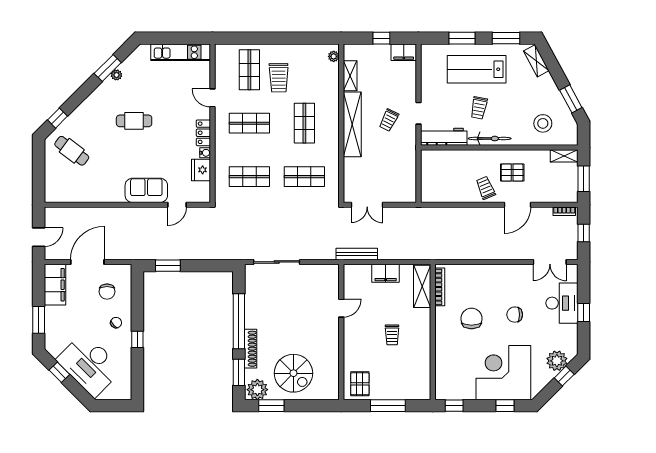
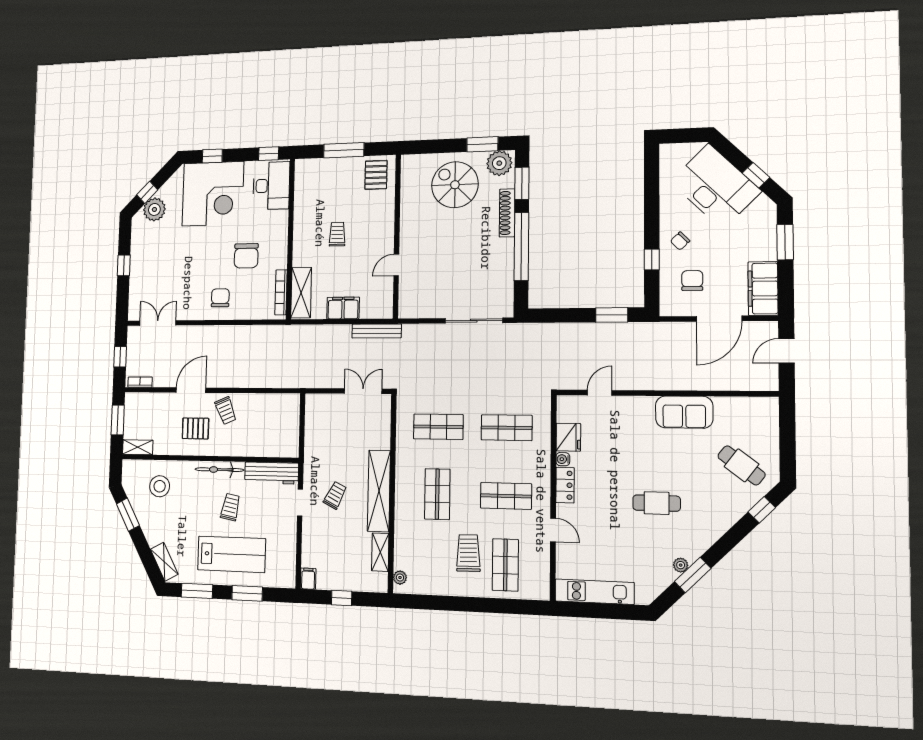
filing cabinet: (404, 52) -> (308, 579), width x0.50
sofa: (146, 190) -> (684, 412), moved
desk: (562, 303) -> (271, 186), moved, turned 180
chair: (515, 315) -> (220, 298), moved, turned -90
window: (137, 339) -> (652, 260), moved

